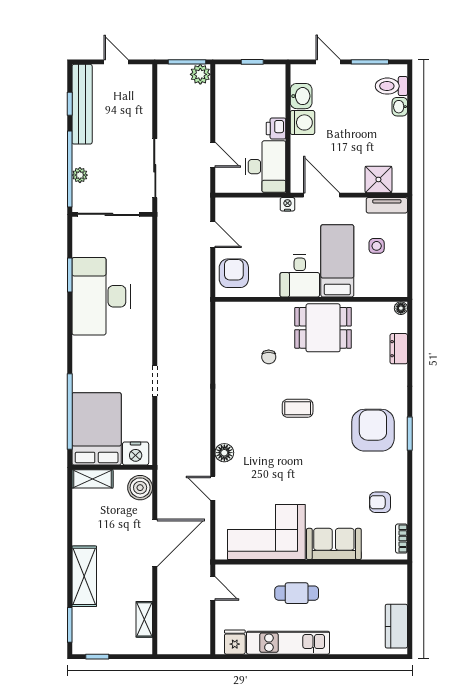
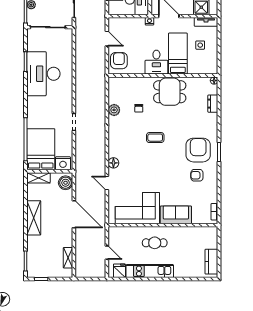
plant: (225, 360) -> (114, 110), added
armchair: (380, 502) -> (197, 175), moved
door: (155, 543) -> (74, 214), hinge flipped
shelving: (84, 576) -> (34, 218), moved
door: (213, 589) -> (107, 253), moved

